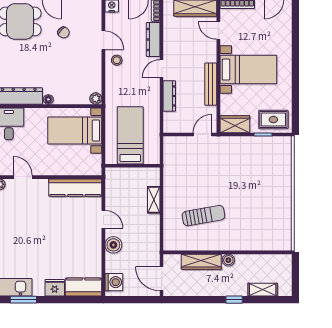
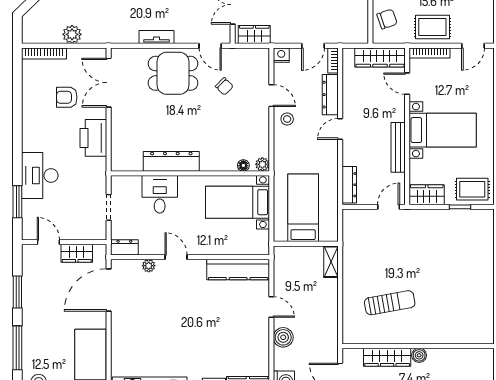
dresser: (169, 96) -> (349, 185), moved
floor lamp: (48, 99) -> (243, 165), moved
shelving: (154, 200) -> (331, 262), moved

